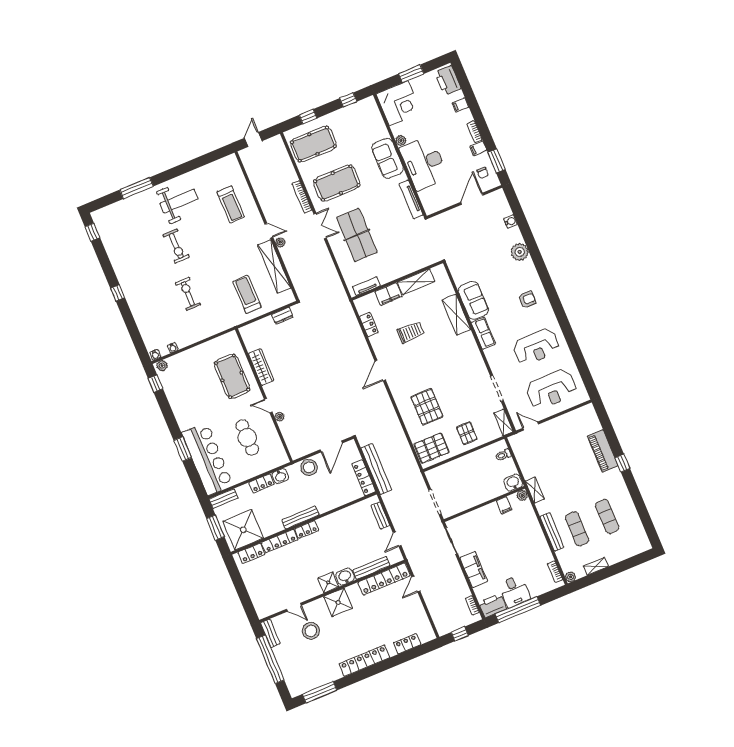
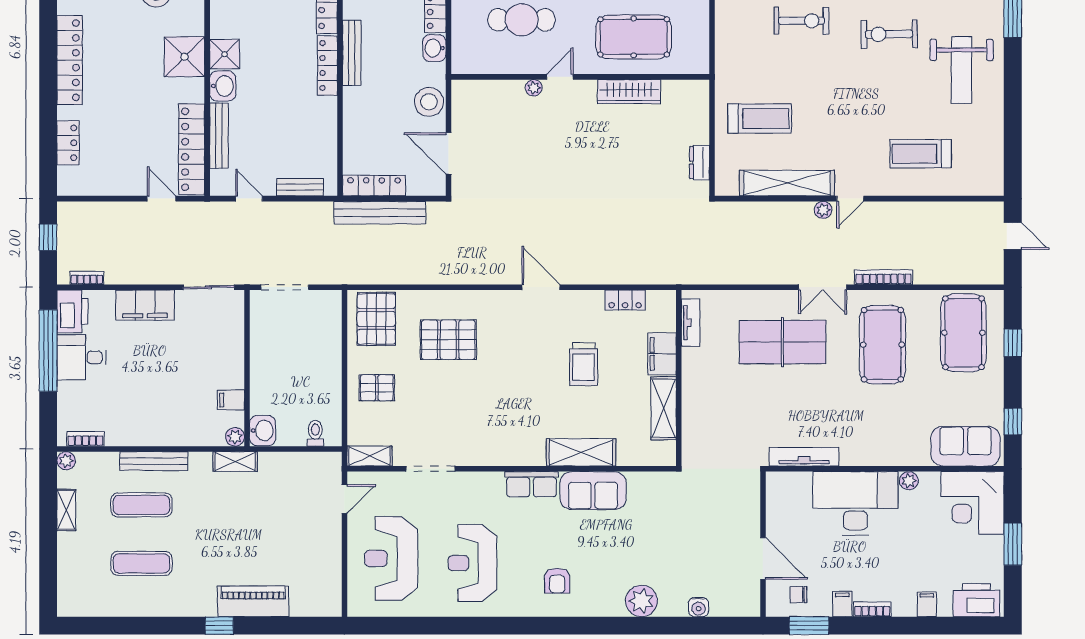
sofa: (388, 158) -> (965, 446), moved
locker: (307, 529) -> (327, 66), width x1.53

